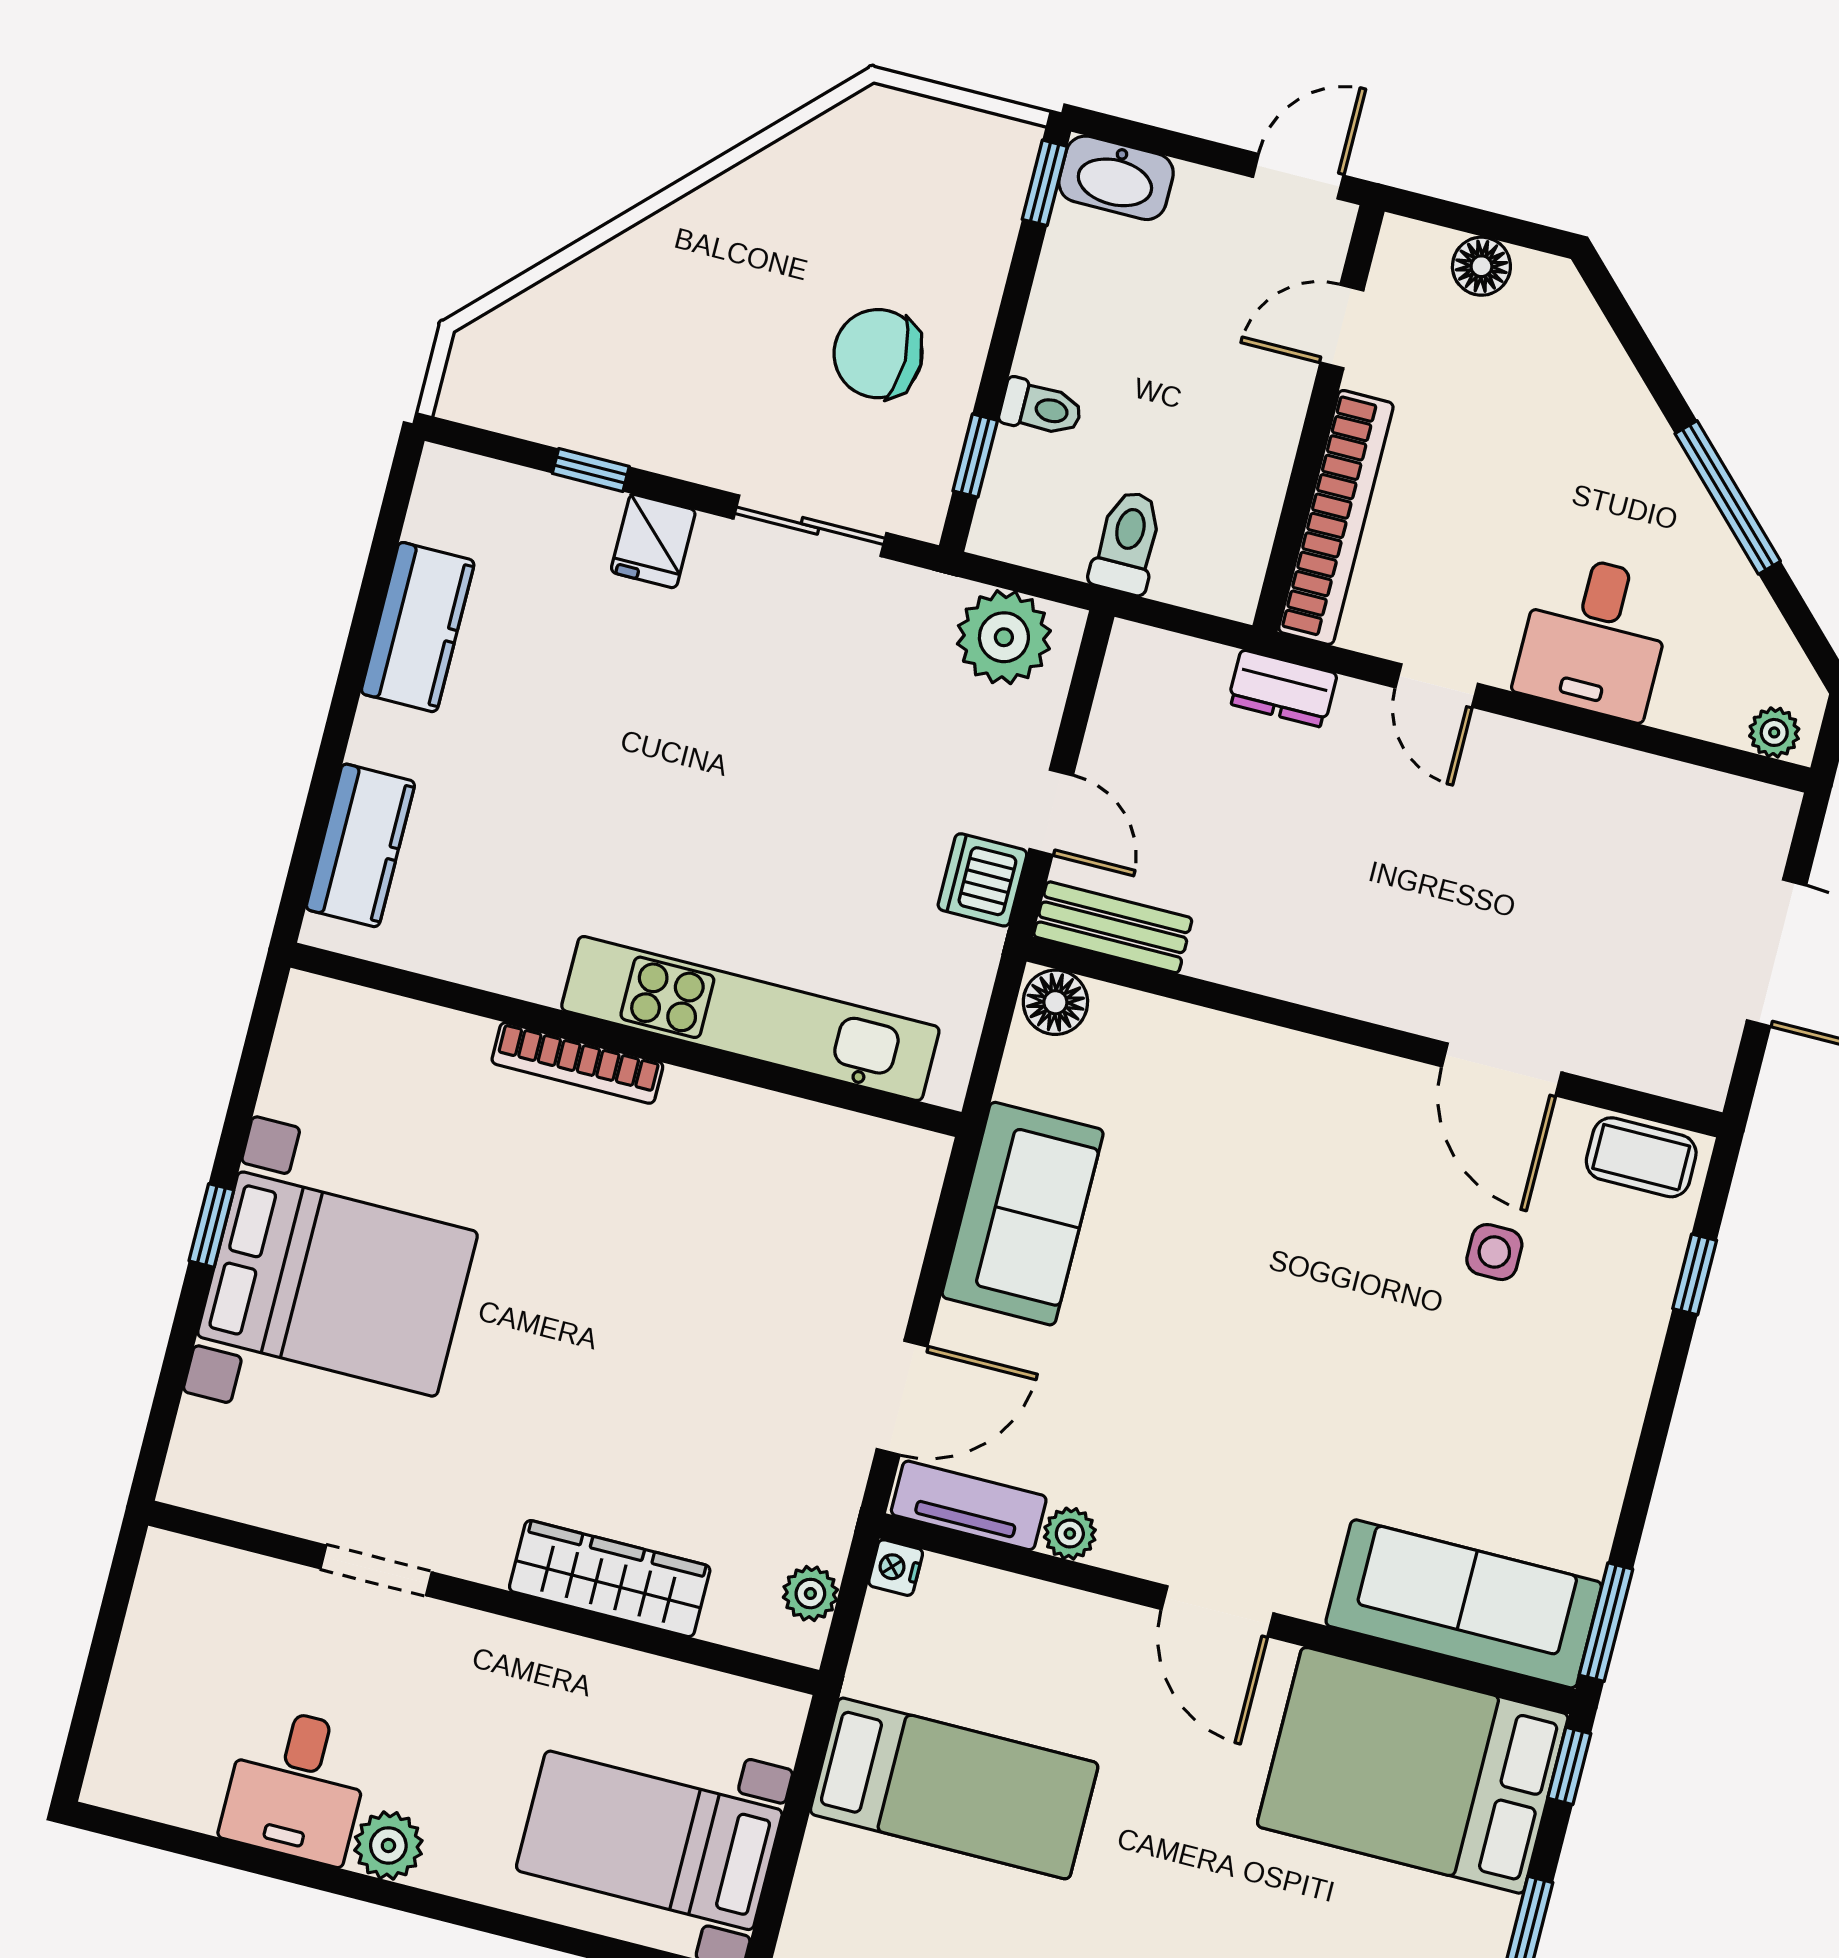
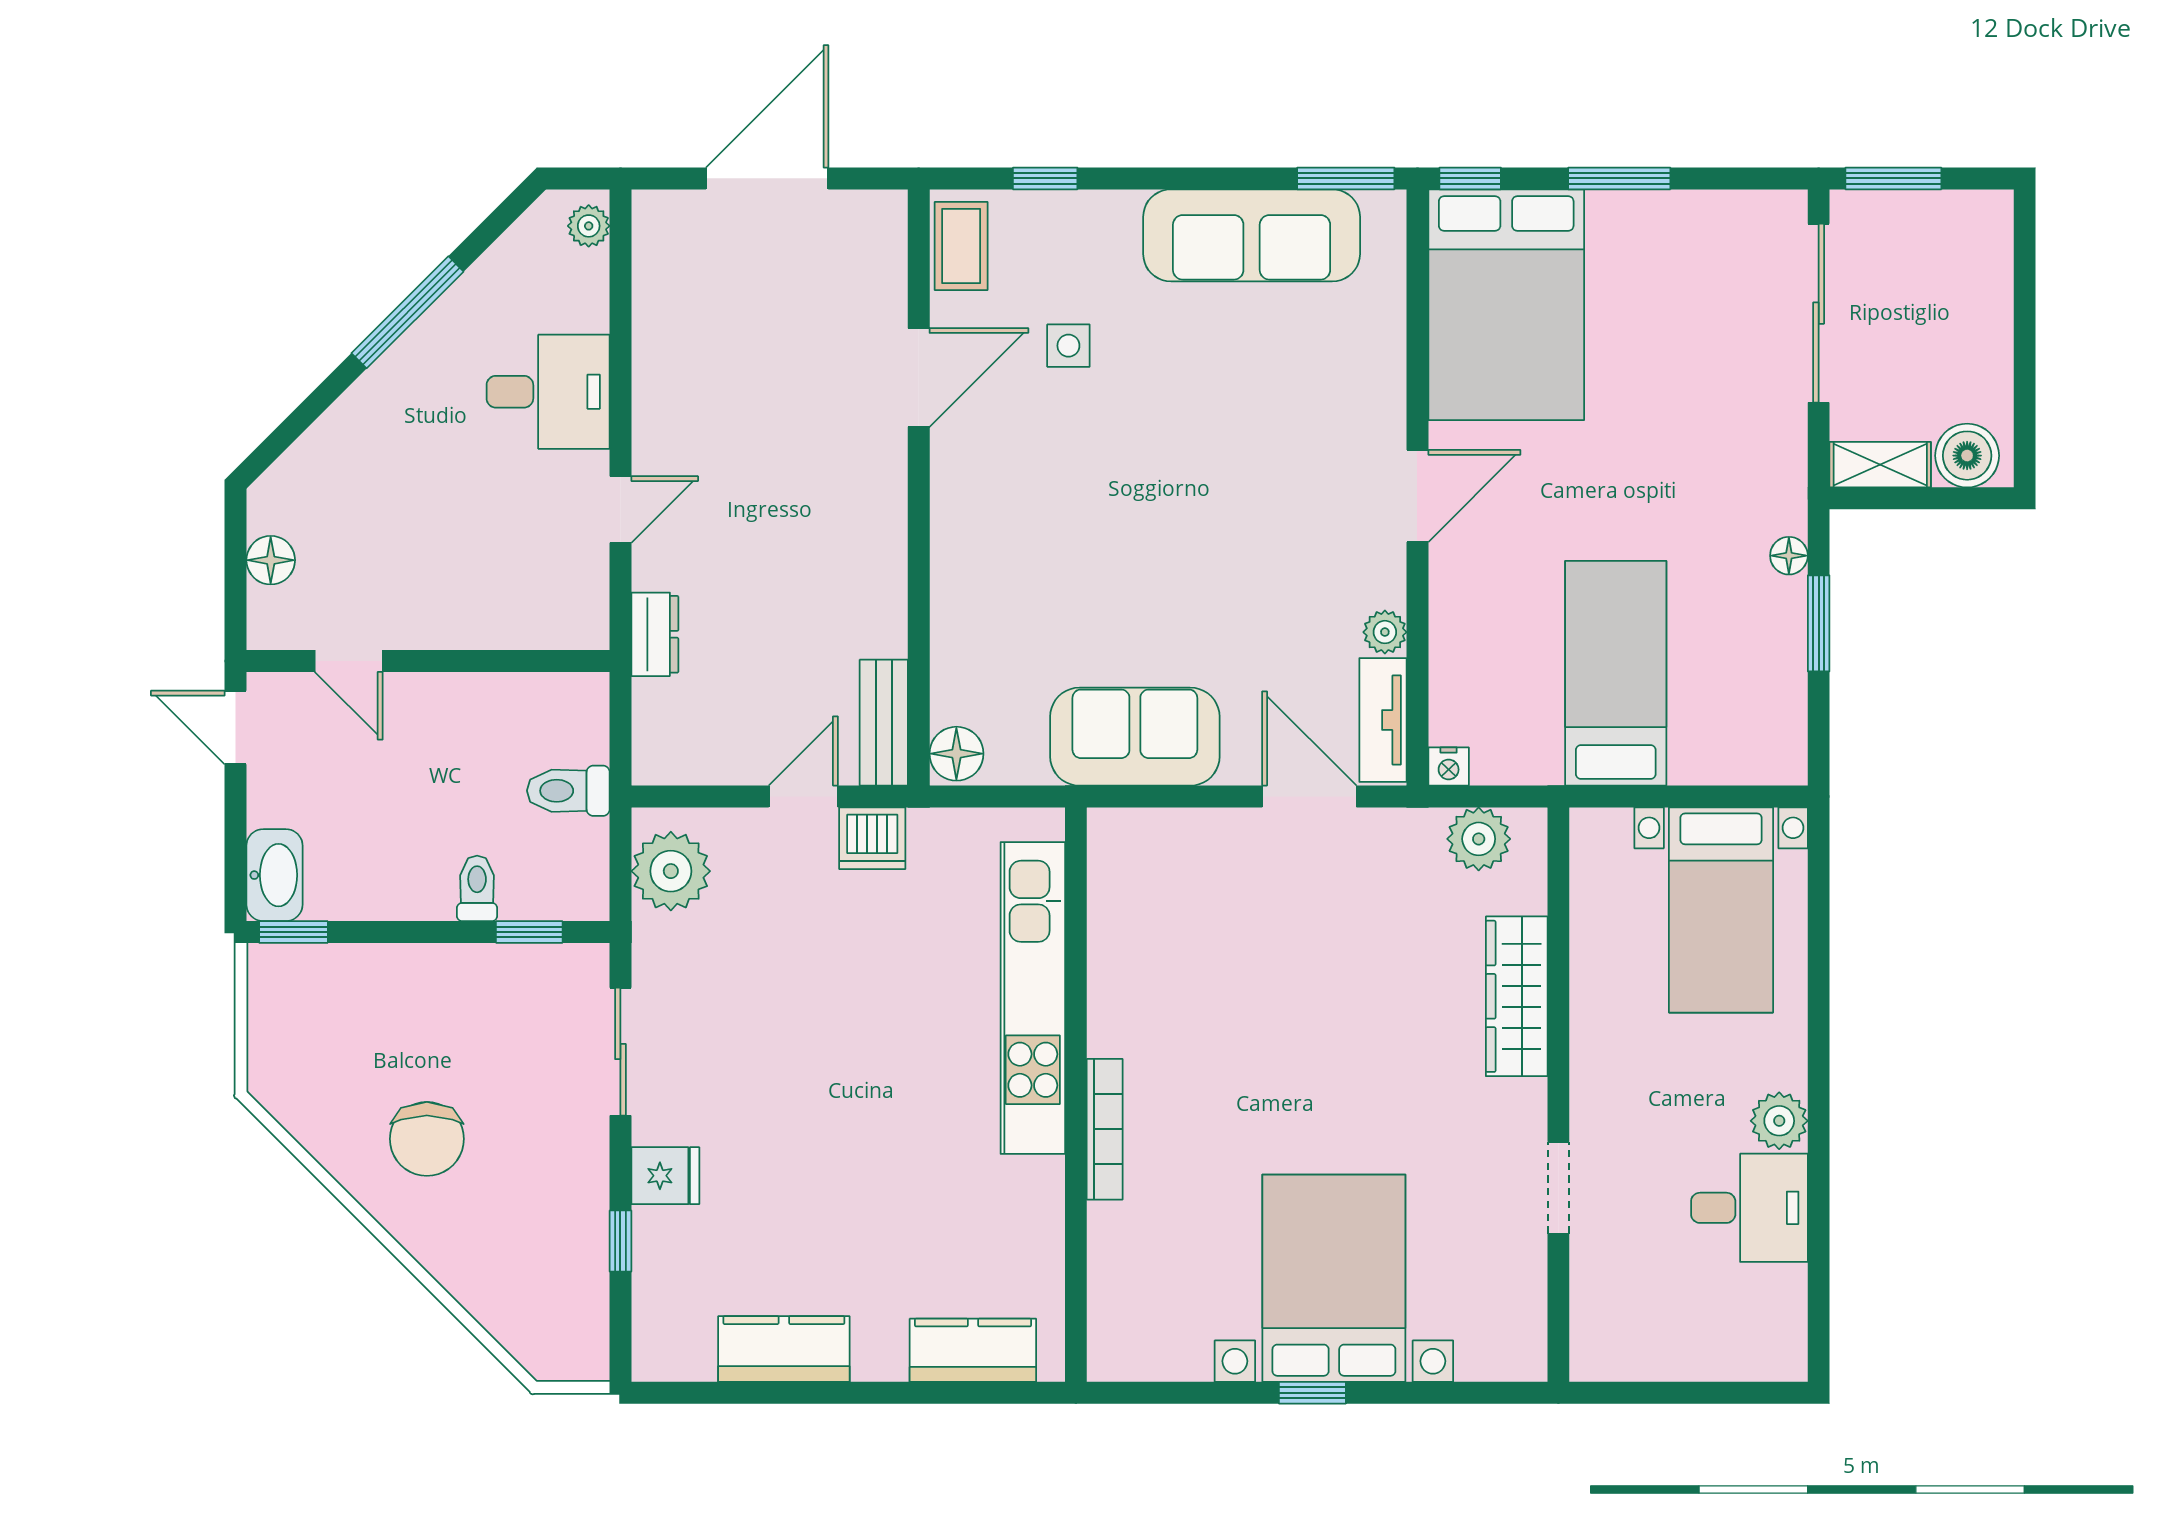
chair: (878, 354) -> (427, 1139), moved
bookcase: (1336, 517) -> (505, 626), removed
plant: (810, 1594) -> (1479, 839), width x1.38, depth x1.38
sofa: (1464, 1604) -> (1252, 235), moved, turned -90

